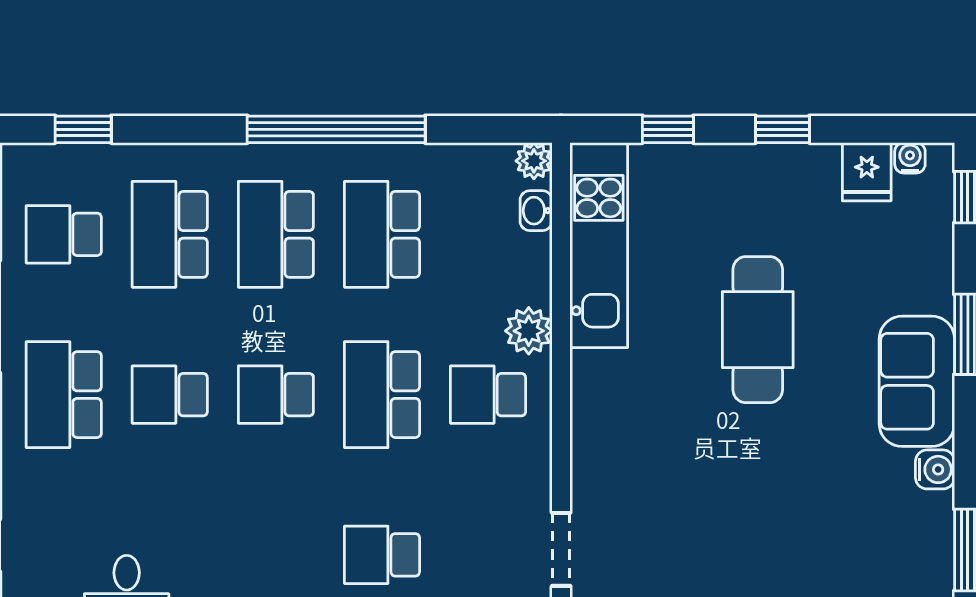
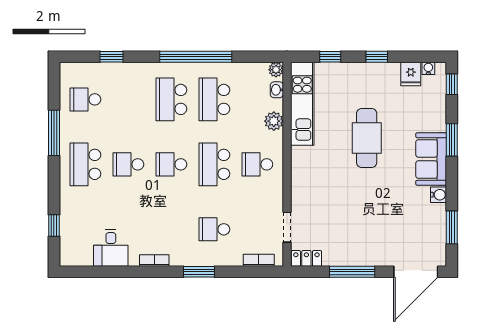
window: (83, 129) -> (112, 57), moved
school desk: (170, 234) -> (128, 99), removed
plant: (529, 331) -> (274, 121), moved

